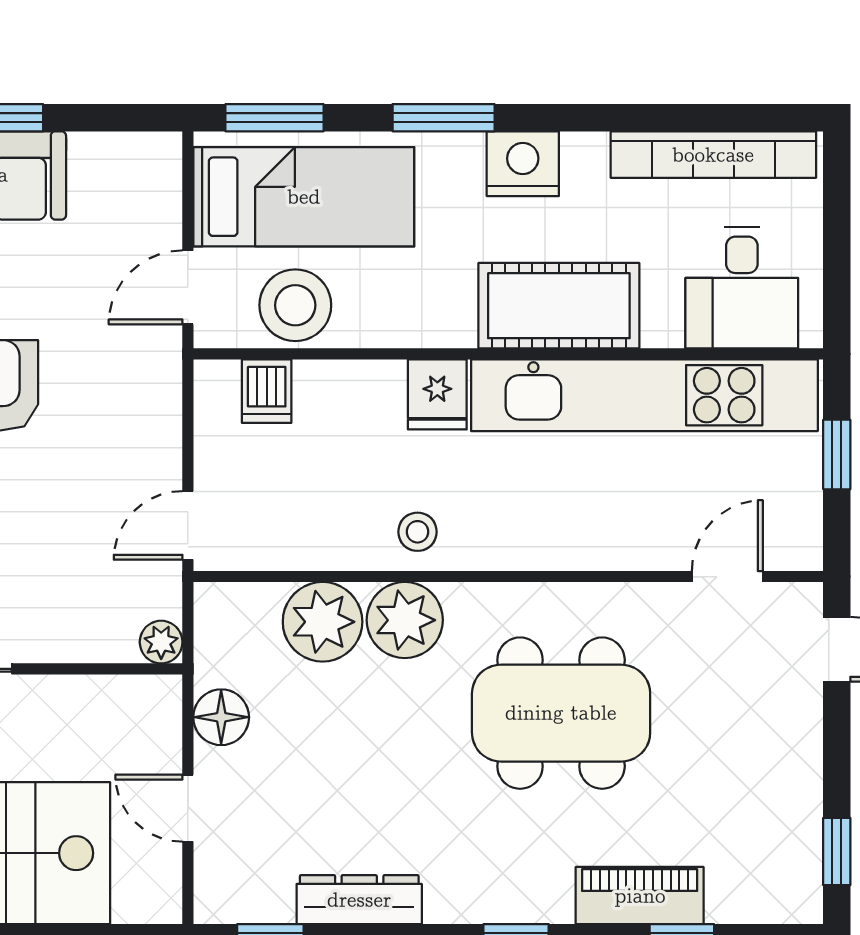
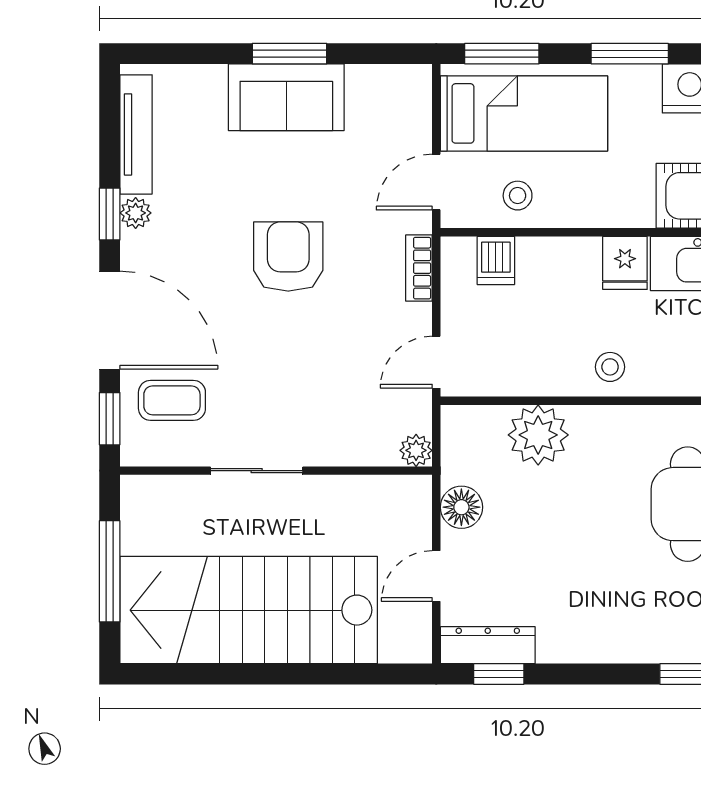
stool: (295, 305) -> (518, 196), width x0.53, depth x0.53
bookcase: (165, 401) -> (419, 268), added
plant: (405, 620) -> (600, 434), removed
door: (188, 808) -> (436, 576), hinge flipped
dresser: (359, 900) -> (488, 645), moved

